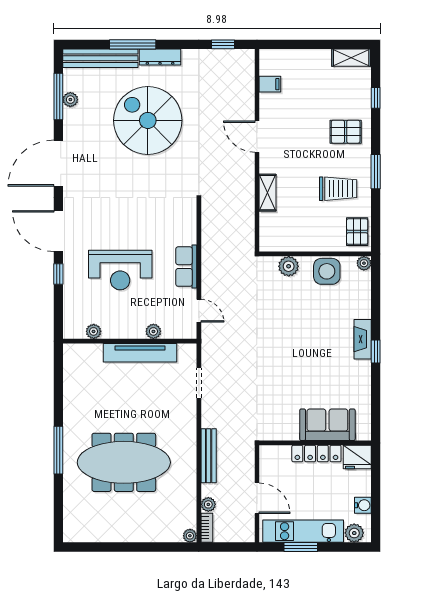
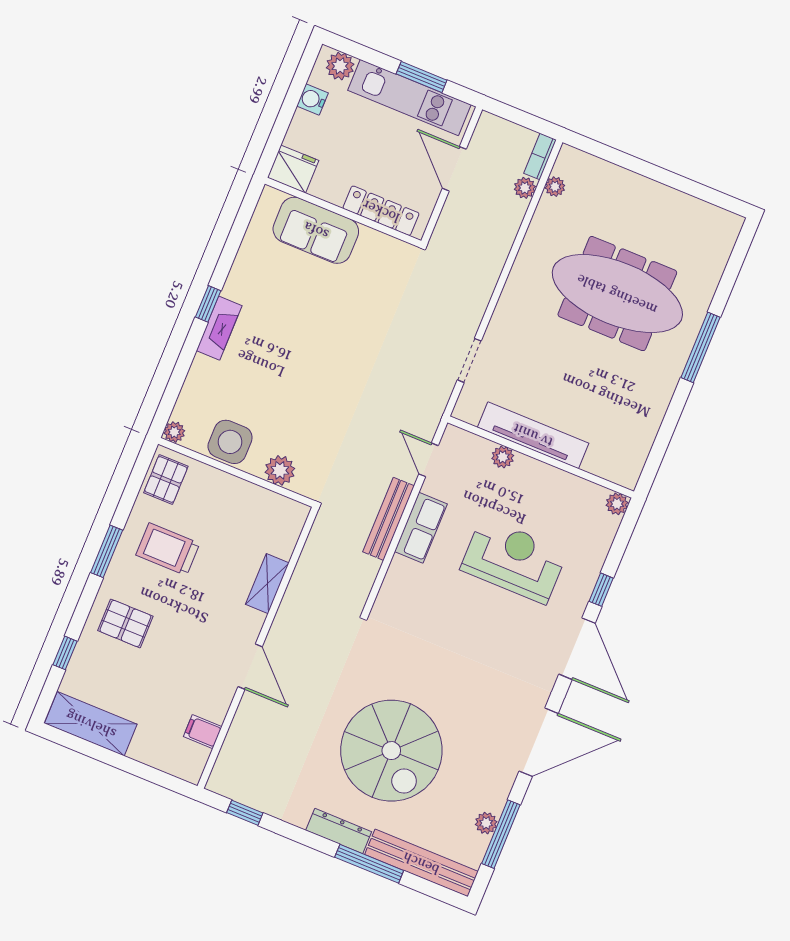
shelving: (351, 58) -> (91, 724), width x1.50, depth x1.33
plant: (94, 331) -> (617, 504), moved
locker: (316, 454) -> (381, 211), moved
bench: (209, 456) -> (389, 519), moved
plant: (190, 536) -> (555, 187), moved

